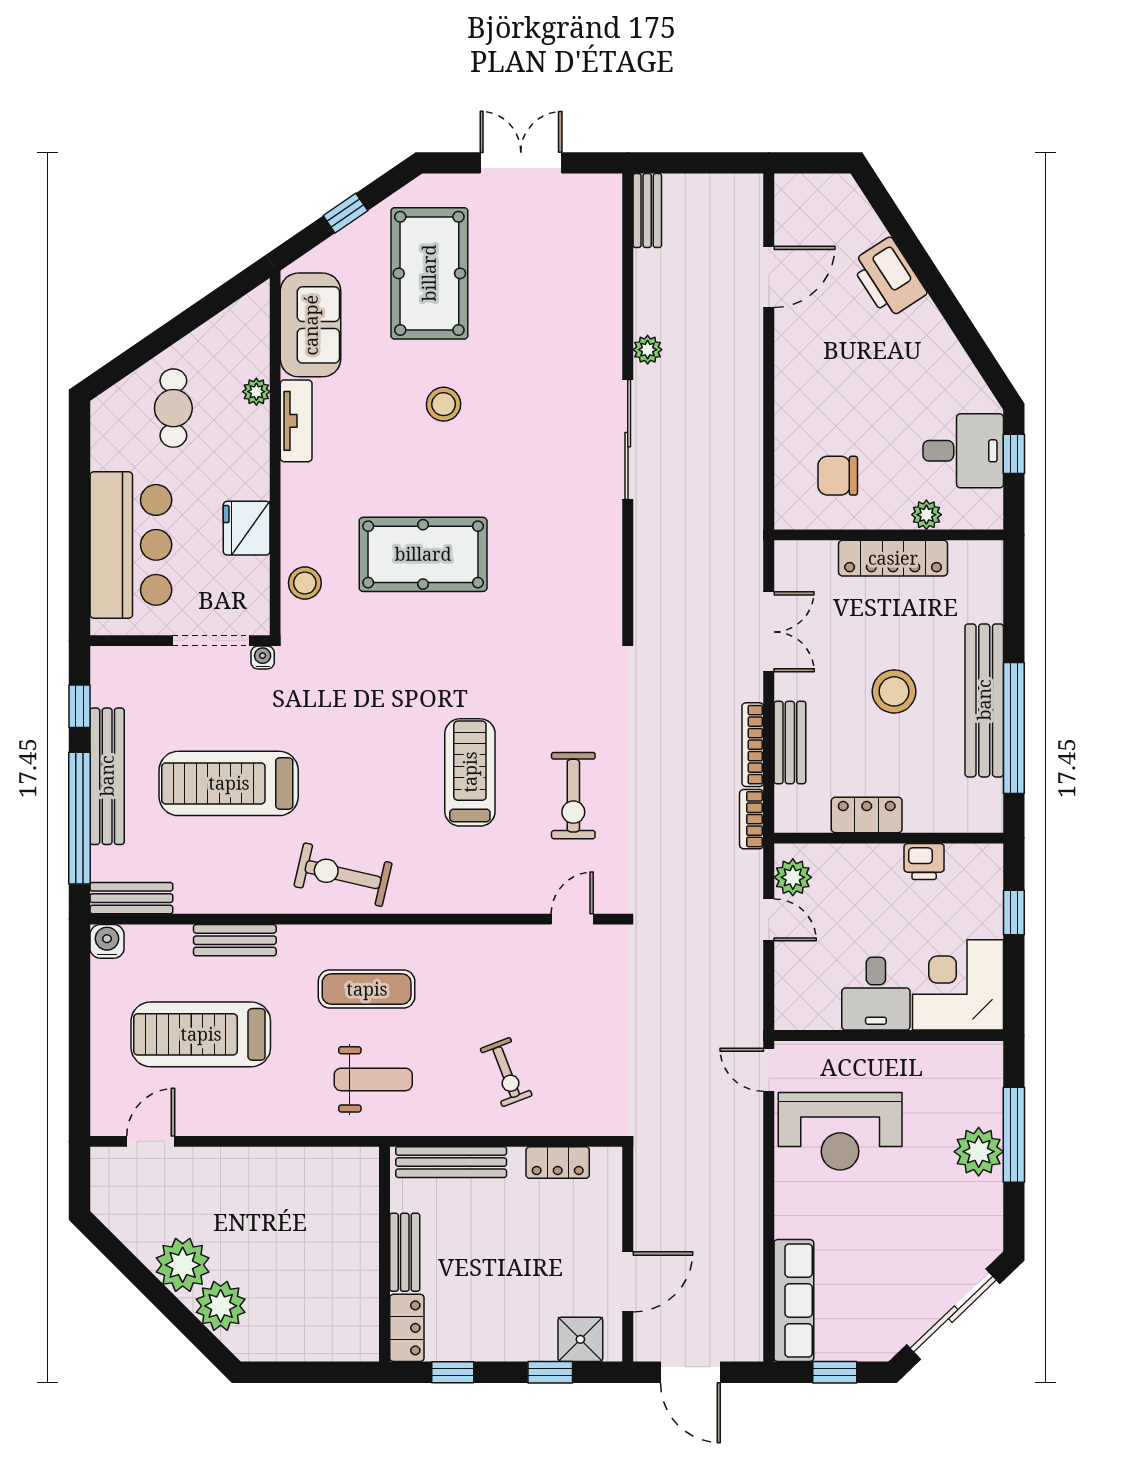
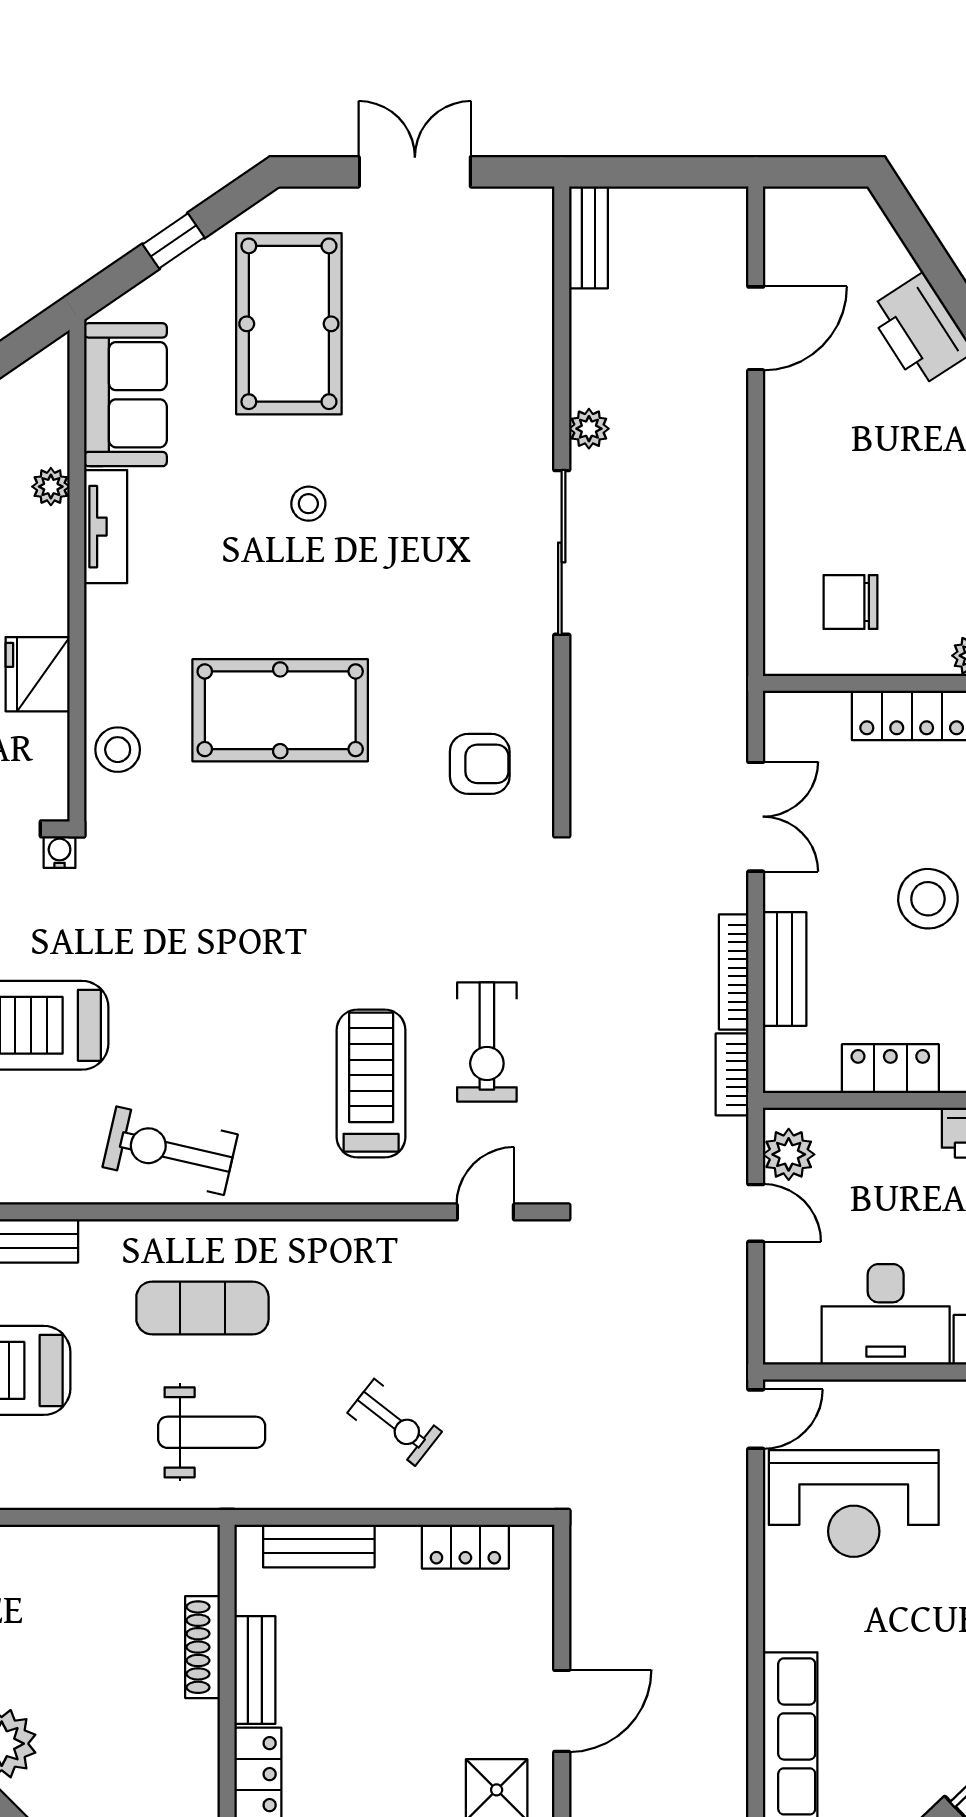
stool: (444, 404) -> (308, 504), width x0.73, depth x0.73
armchair: (568, 593) -> (480, 764), added
treadmill: (470, 772) -> (371, 1084), moved
desk: (876, 994) -> (886, 1314), width x1.37
door: (769, 1070) -> (756, 1419), swing flipped
exercise bike: (506, 1072) -> (395, 1422), turned -31
bench: (451, 1162) -> (319, 1546), width x0.73
shoe rack: (367, 1236) -> (203, 1647), added

